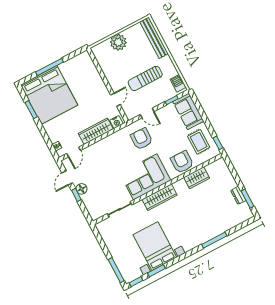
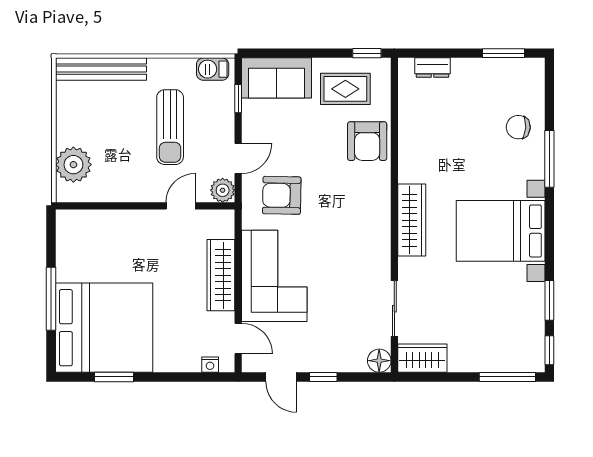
plant: (118, 42) -> (73, 165), moved
door: (115, 100) -> (181, 206), hinge flipped
plant: (131, 114) -> (223, 190), added
nightstand: (116, 122) -> (224, 226), removed
armchair: (182, 162) -> (367, 141), turned -90
corner sofa: (145, 177) -> (274, 276), moved, turned 180
wardrobe: (197, 178) -> (422, 358), moved, turned -90
floor lamp: (82, 189) -> (379, 361), moved
dresser: (238, 195) -> (433, 68), moved
chair: (220, 221) -> (518, 127), added
bed with nightstands: (155, 246) -> (501, 231), moved

